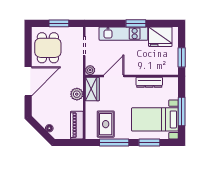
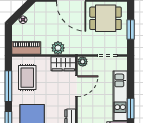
door: (114, 76) -> (77, 86), hinge flipped
rug: (106, 124) -> (27, 78), turned 90

